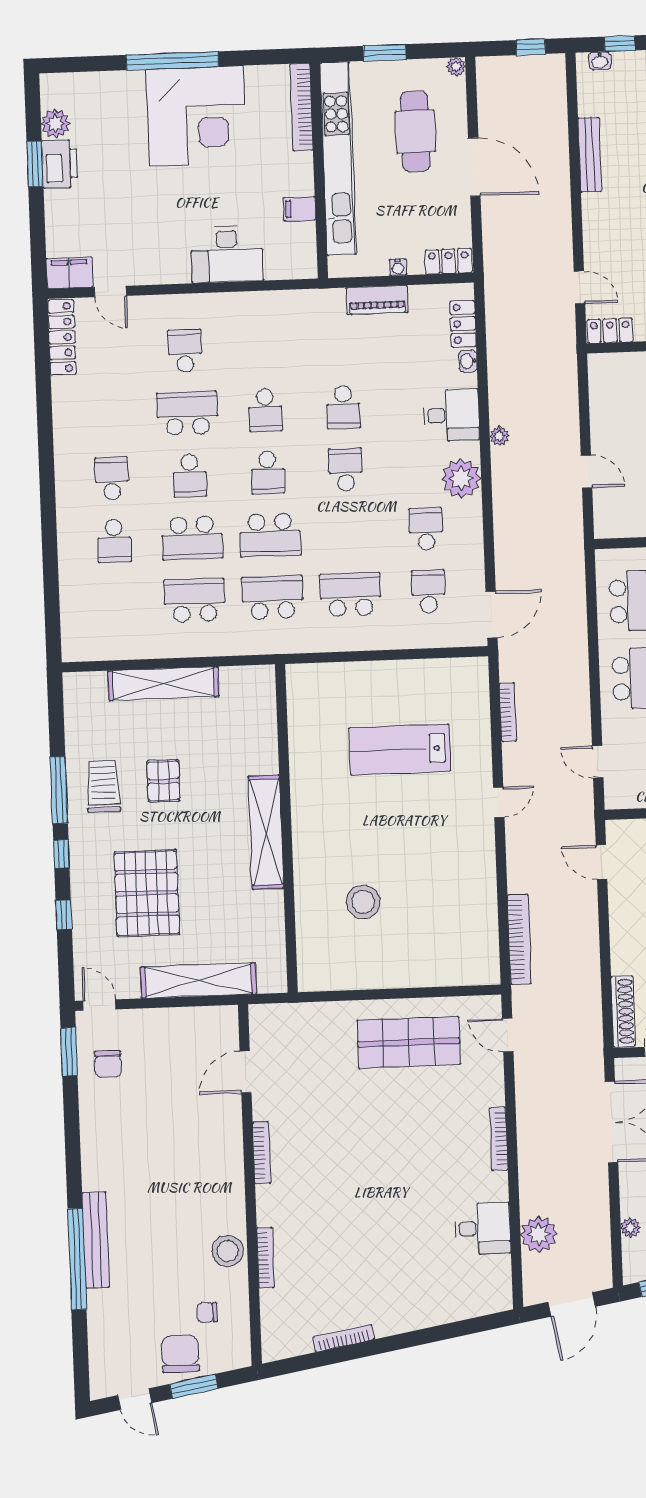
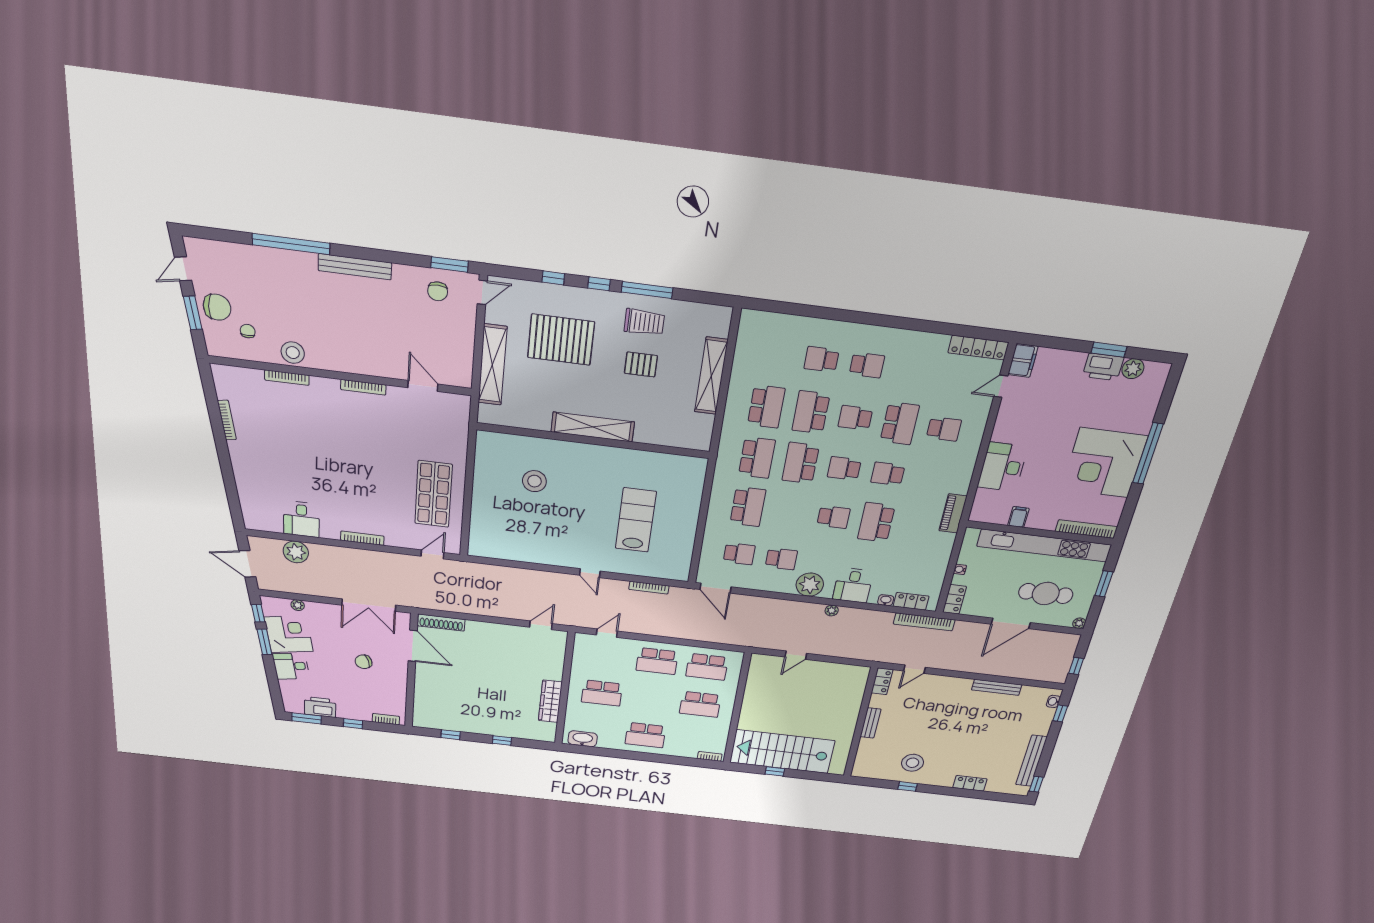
piano: (377, 300) -> (953, 513), moved
school desk: (343, 407) -> (876, 522), width x1.85
bookcase: (519, 939) -> (924, 622), moved
chair: (108, 1064) -> (438, 291), turned -90
bench: (96, 1240) -> (355, 267), moved

